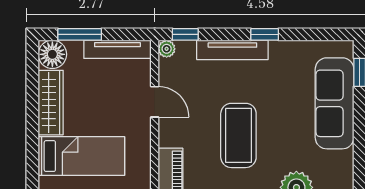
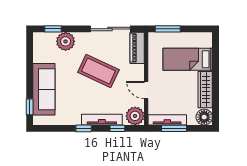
window: (80, 34) -> (174, 128), moved
window: (185, 34) -> (117, 128), moved
plant: (167, 49) -> (135, 116), width x1.88, depth x1.88
coffee table: (238, 135) -> (98, 71), turned -65

